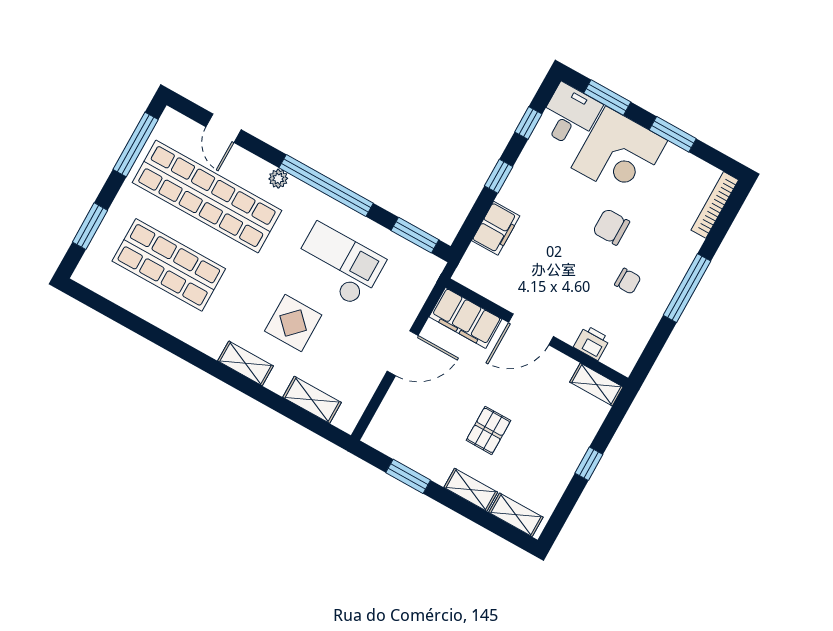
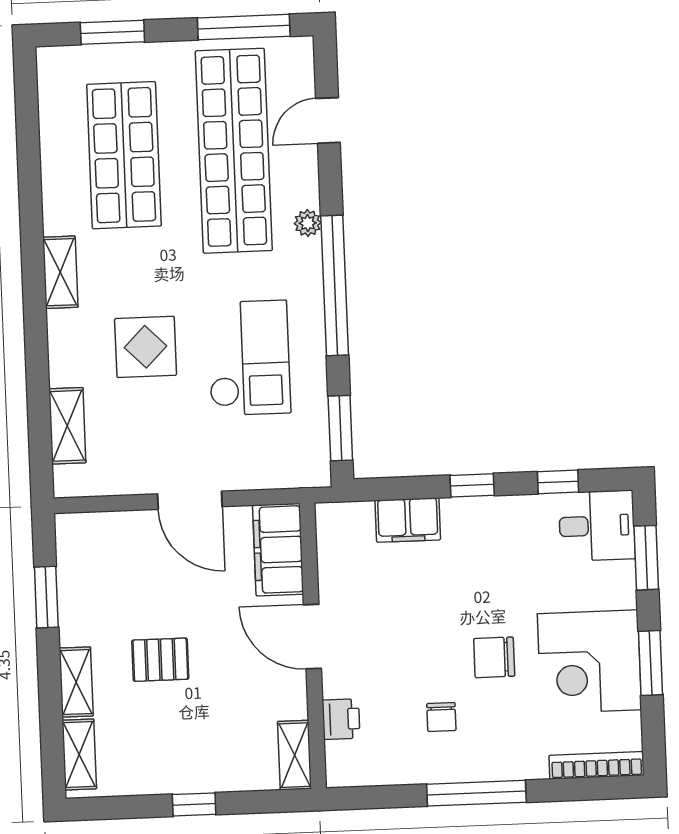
corner desk: (619, 154) -> (589, 662), moved
chair: (611, 227) -> (494, 657), turned -90
shelving: (246, 363) -> (60, 272), moved

